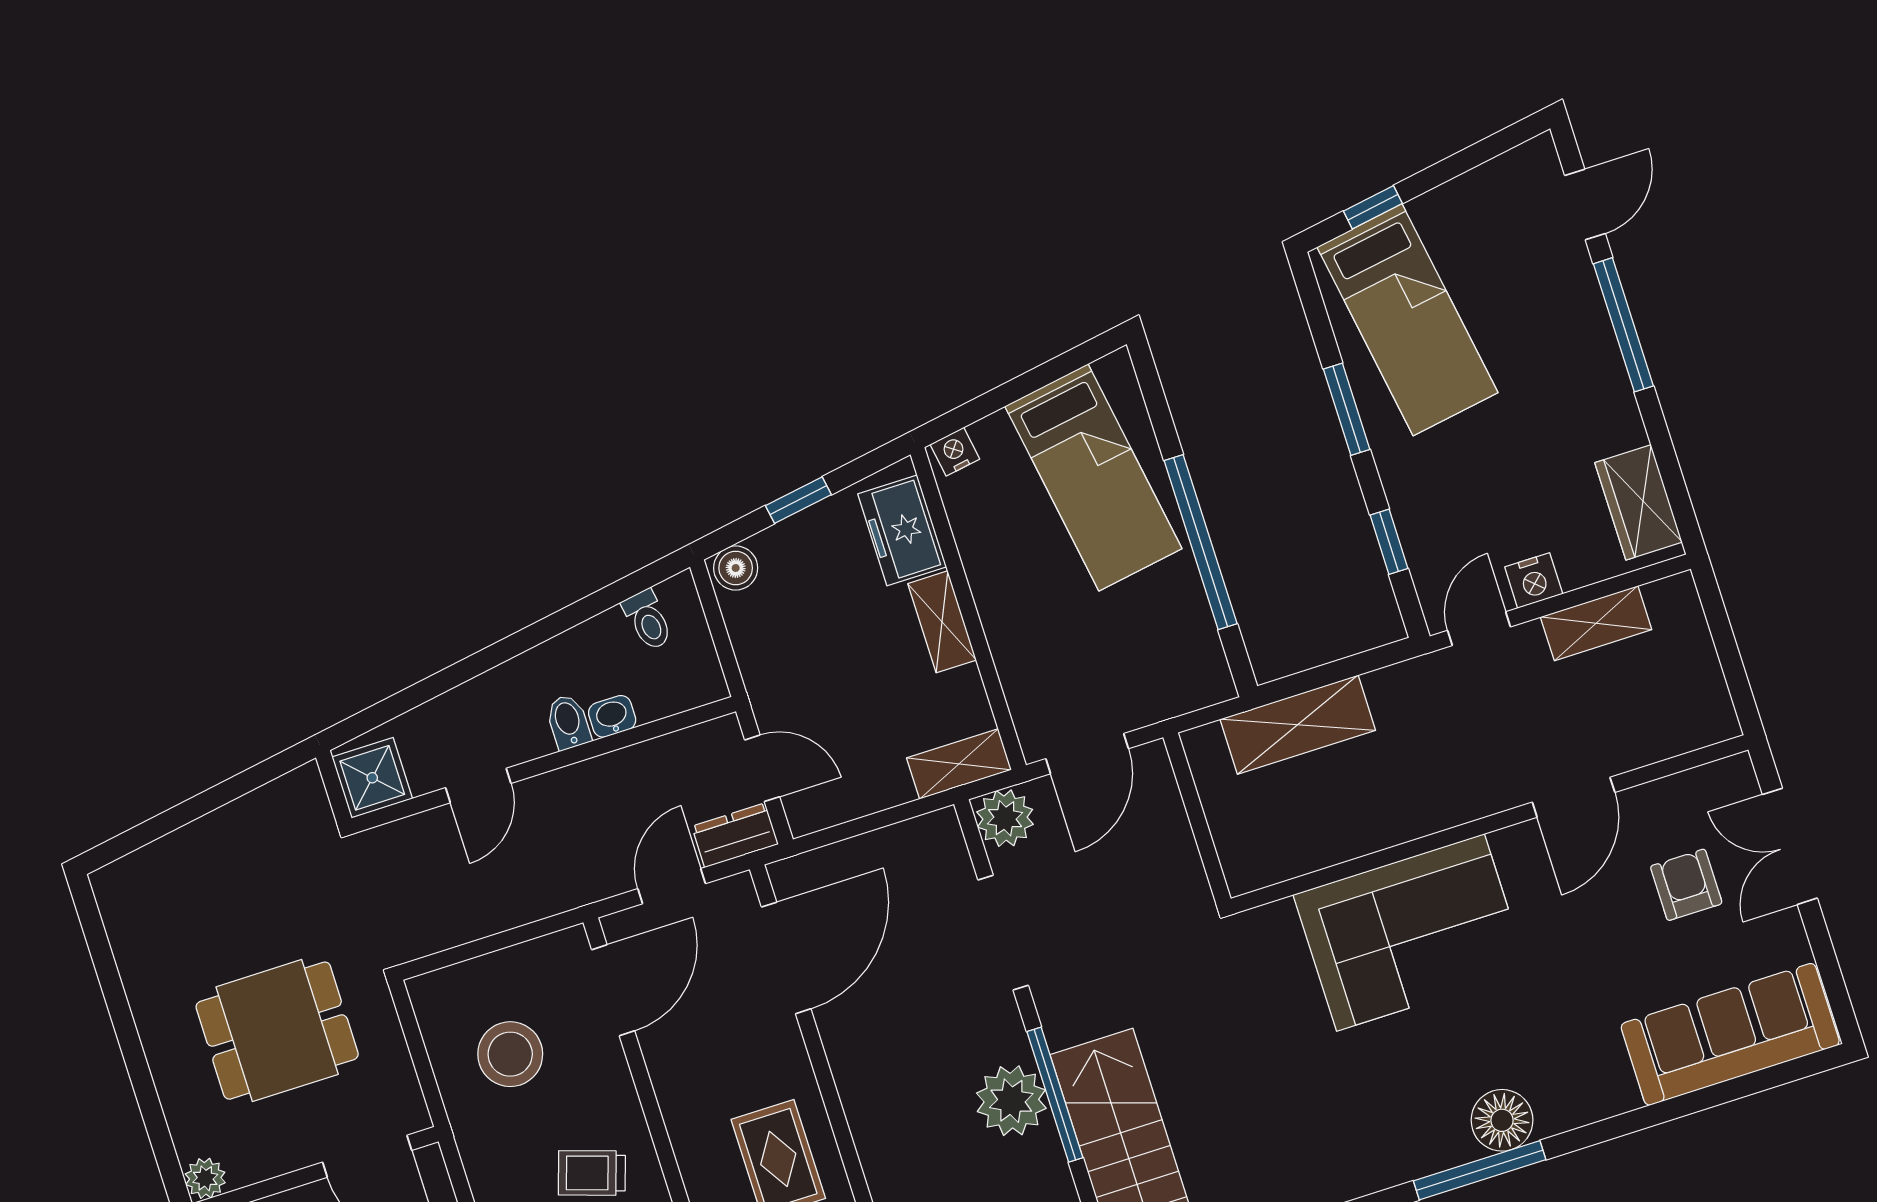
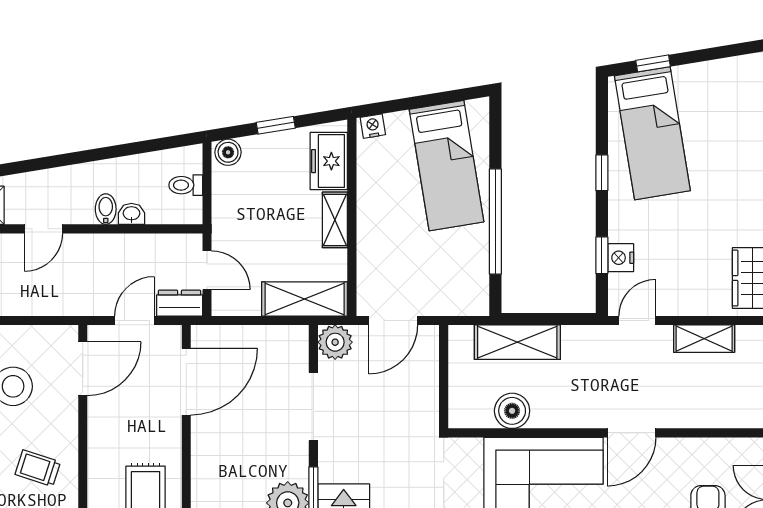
window: (1347, 409) -> (602, 173), width x0.67
nightstand: (1534, 580) -> (621, 258), moved, turned 90
toilet: (648, 620) -> (186, 185), moved, turned 99
shelving: (959, 764) -> (305, 299), width x1.50, depth x1.33
door: (1574, 797) -> (632, 433), moved
boiler: (1324, 838) -> (512, 411), added

